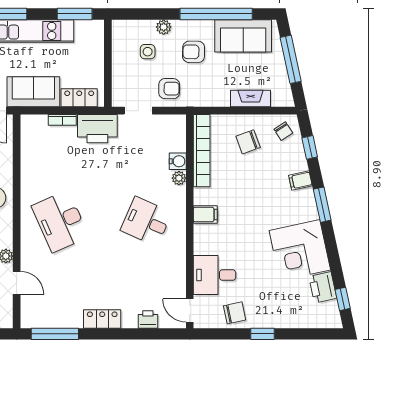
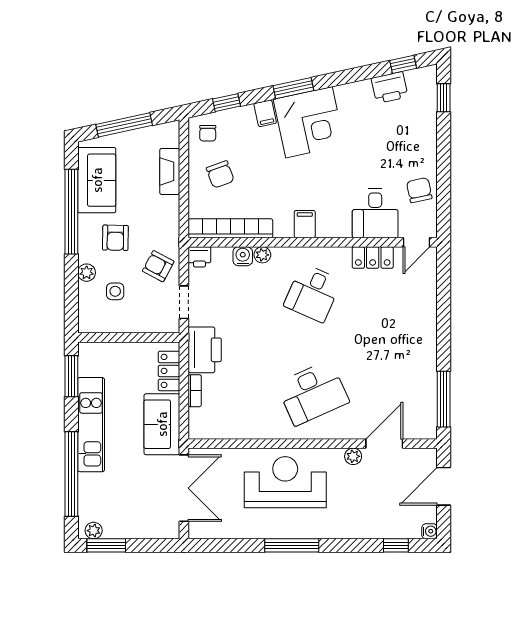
armchair: (169, 89) -> (158, 266), turned -63
chair: (283, 131) -> (208, 133), turned 123
corner desk: (300, 250) -> (309, 122), moved
door: (17, 283) -> (384, 444), width x1.38
locker: (102, 319) -> (373, 257), moved, turned -90
printer: (148, 320) -> (199, 257), moved, turned -90
window: (262, 334) -> (444, 98), moved

